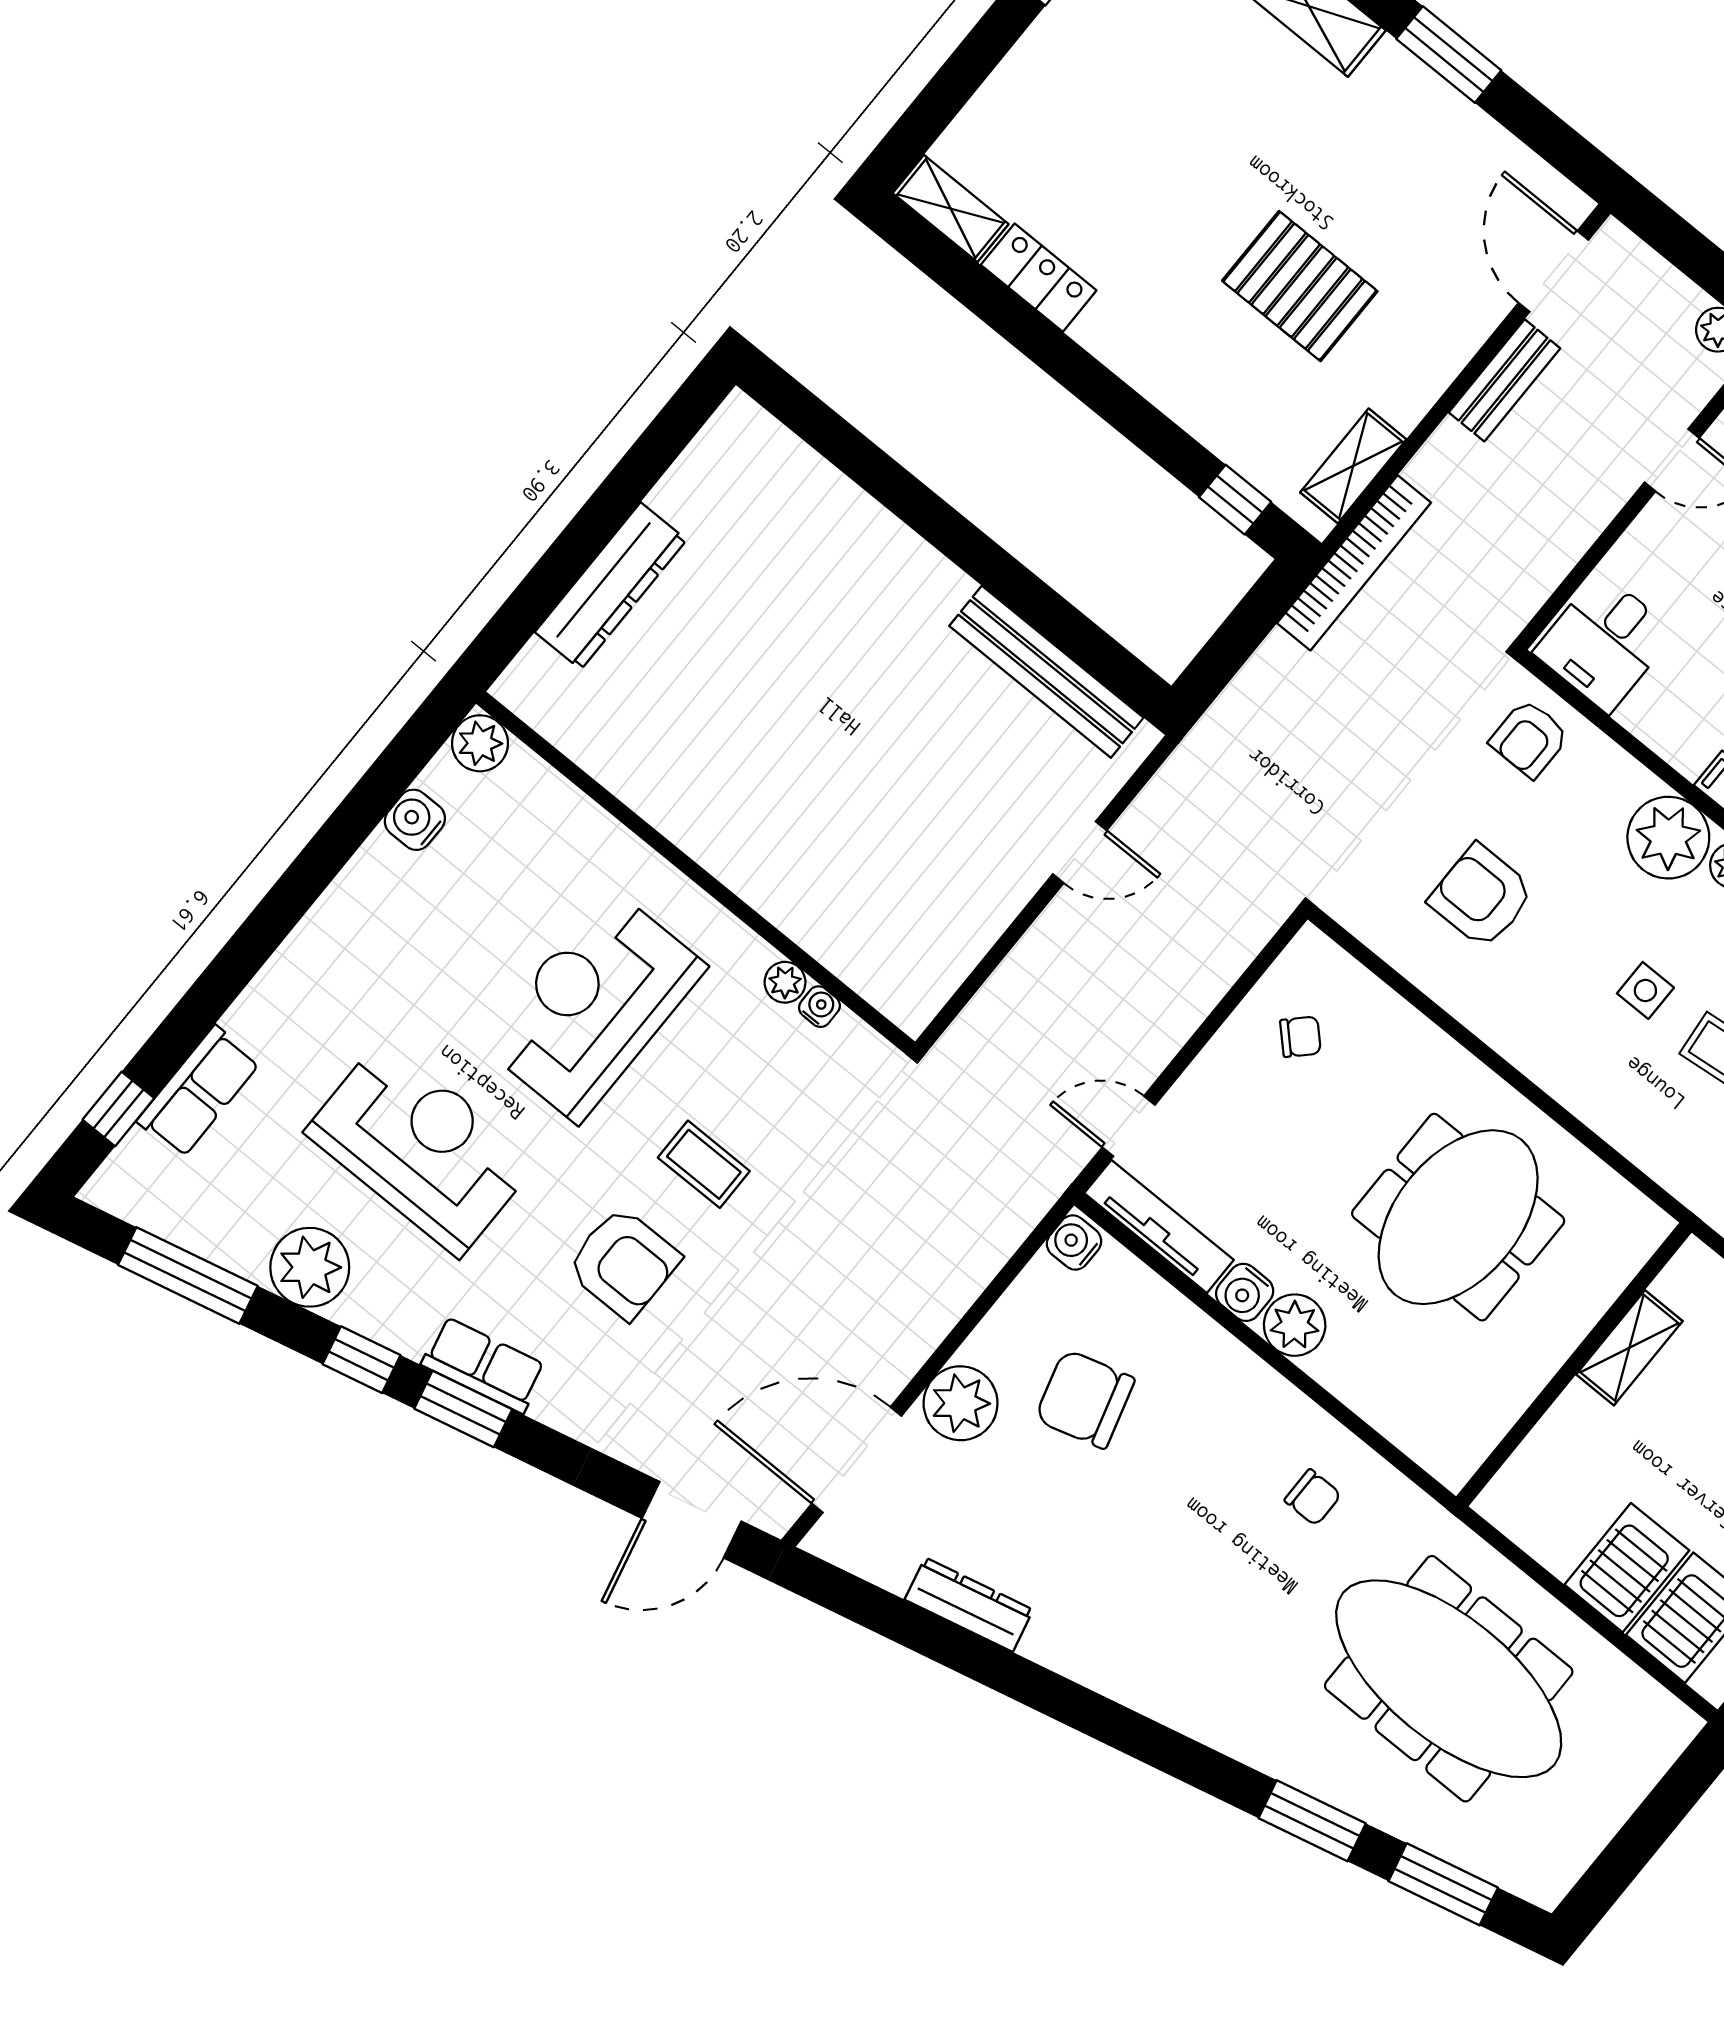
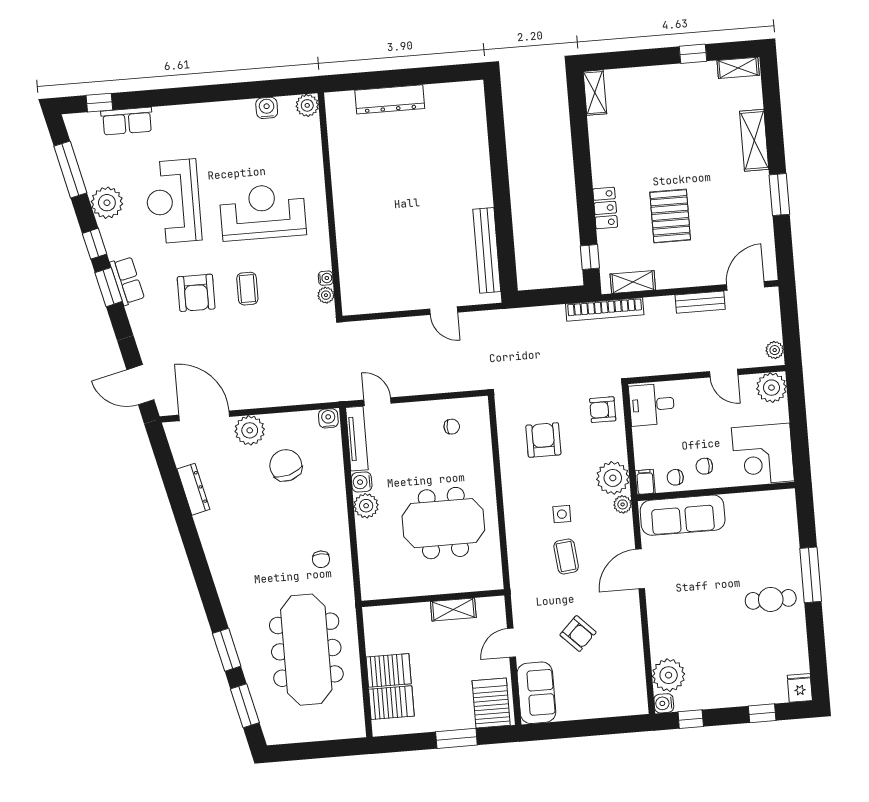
locker: (1039, 278) -> (605, 208), moved
plant: (785, 982) -> (326, 295), moved
chair: (1300, 1037) -> (452, 427), turned -45
reception desk: (421, 1147) -> (173, 201), turned 180

